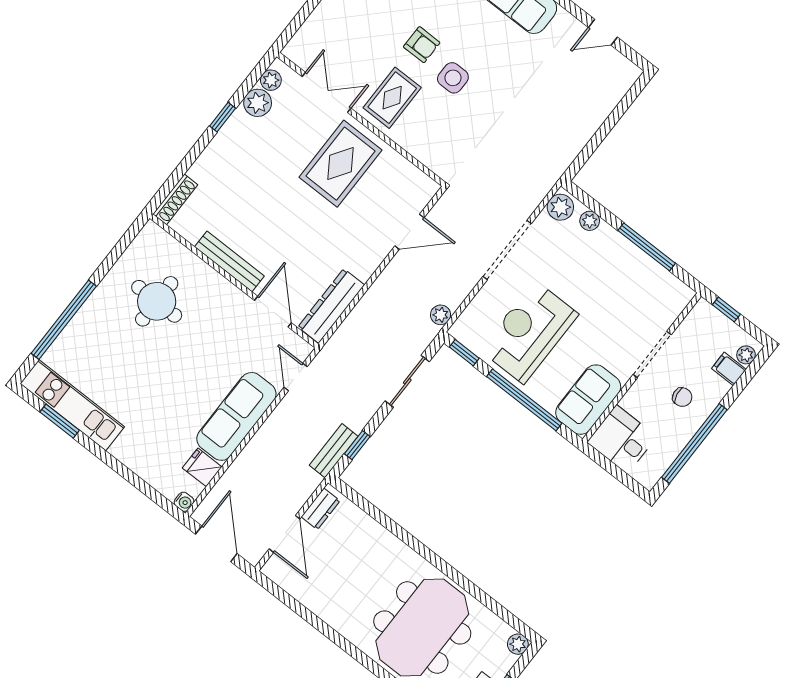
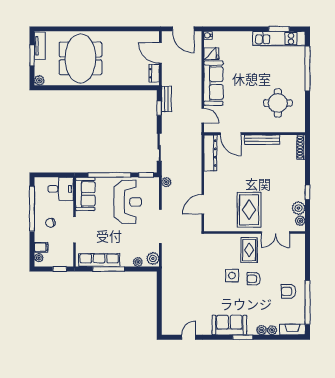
row of seats: (650, 274) -> (99, 260), added

